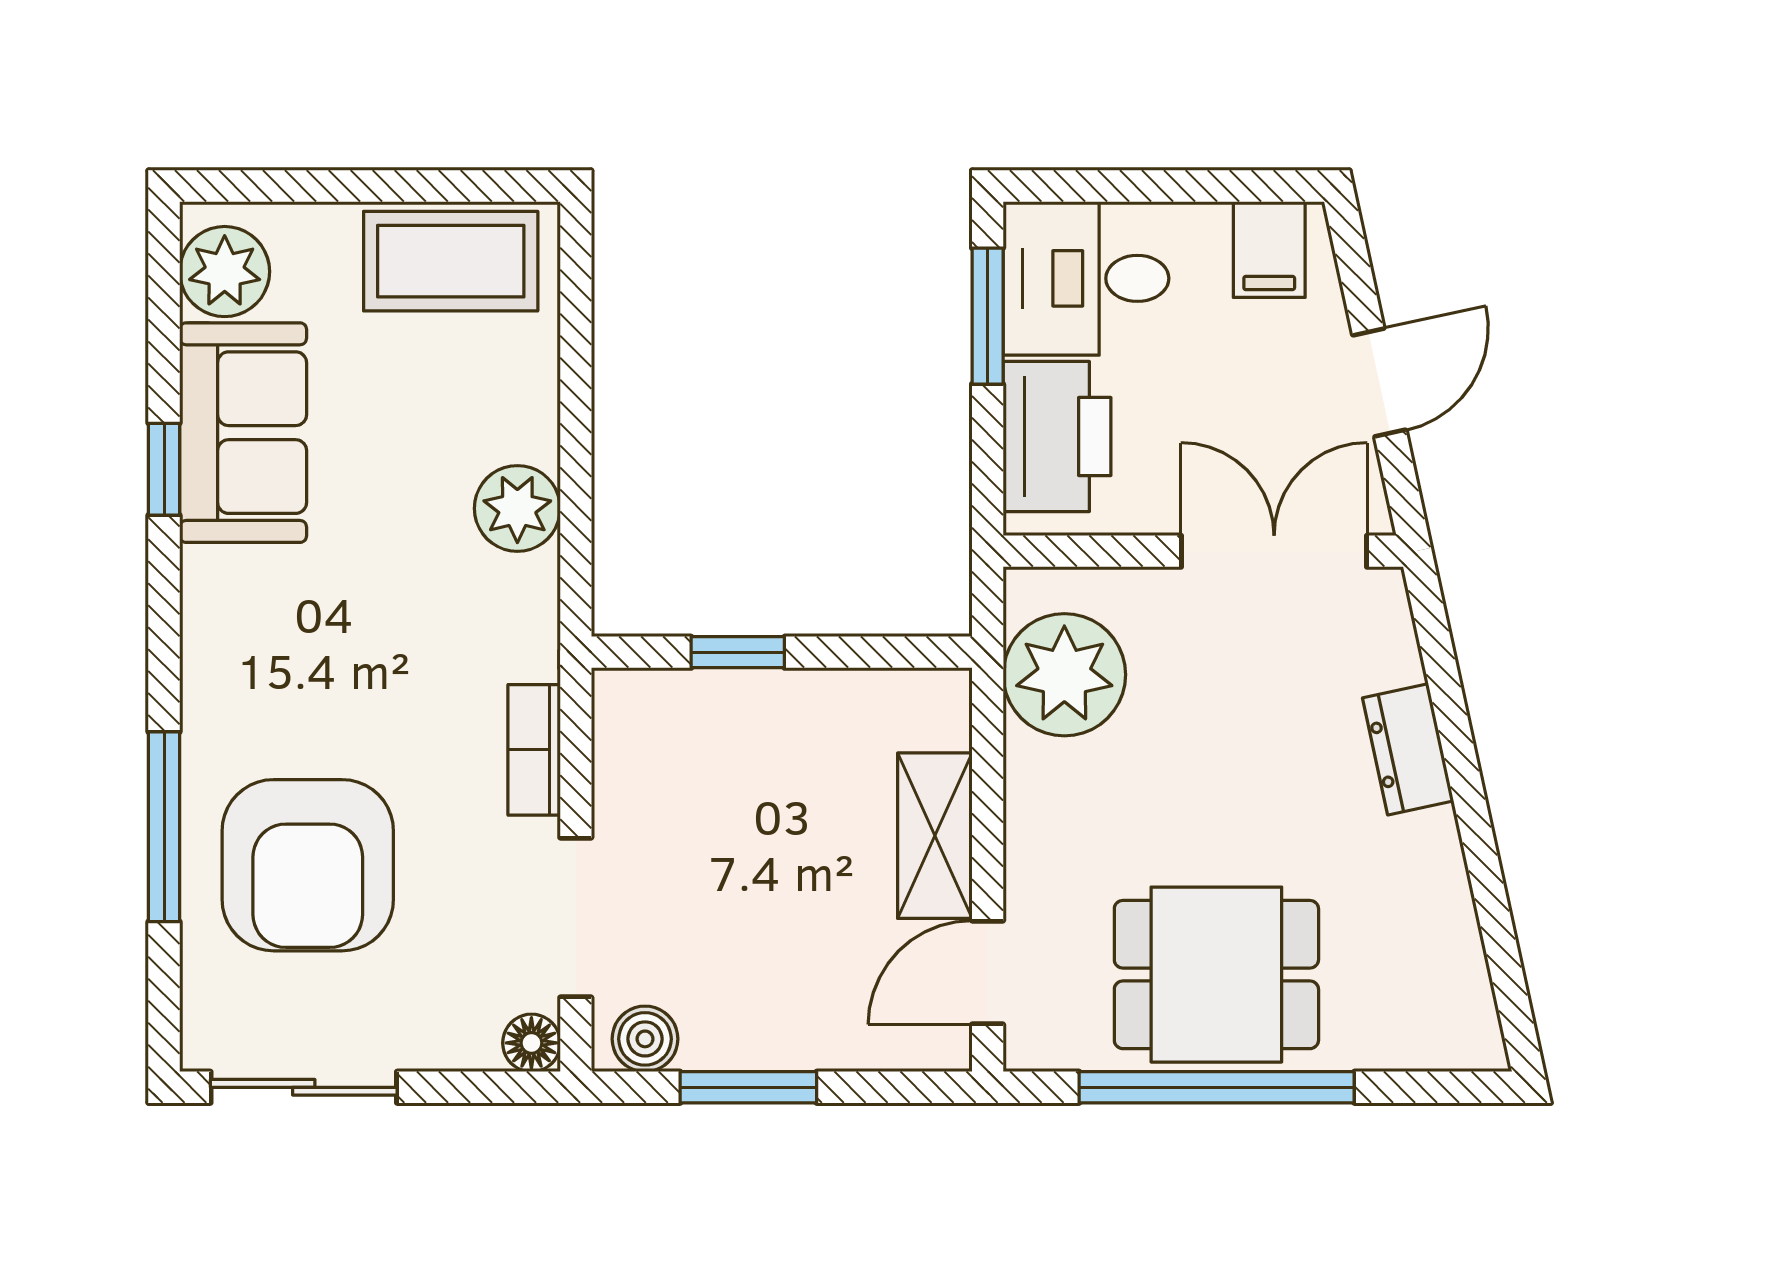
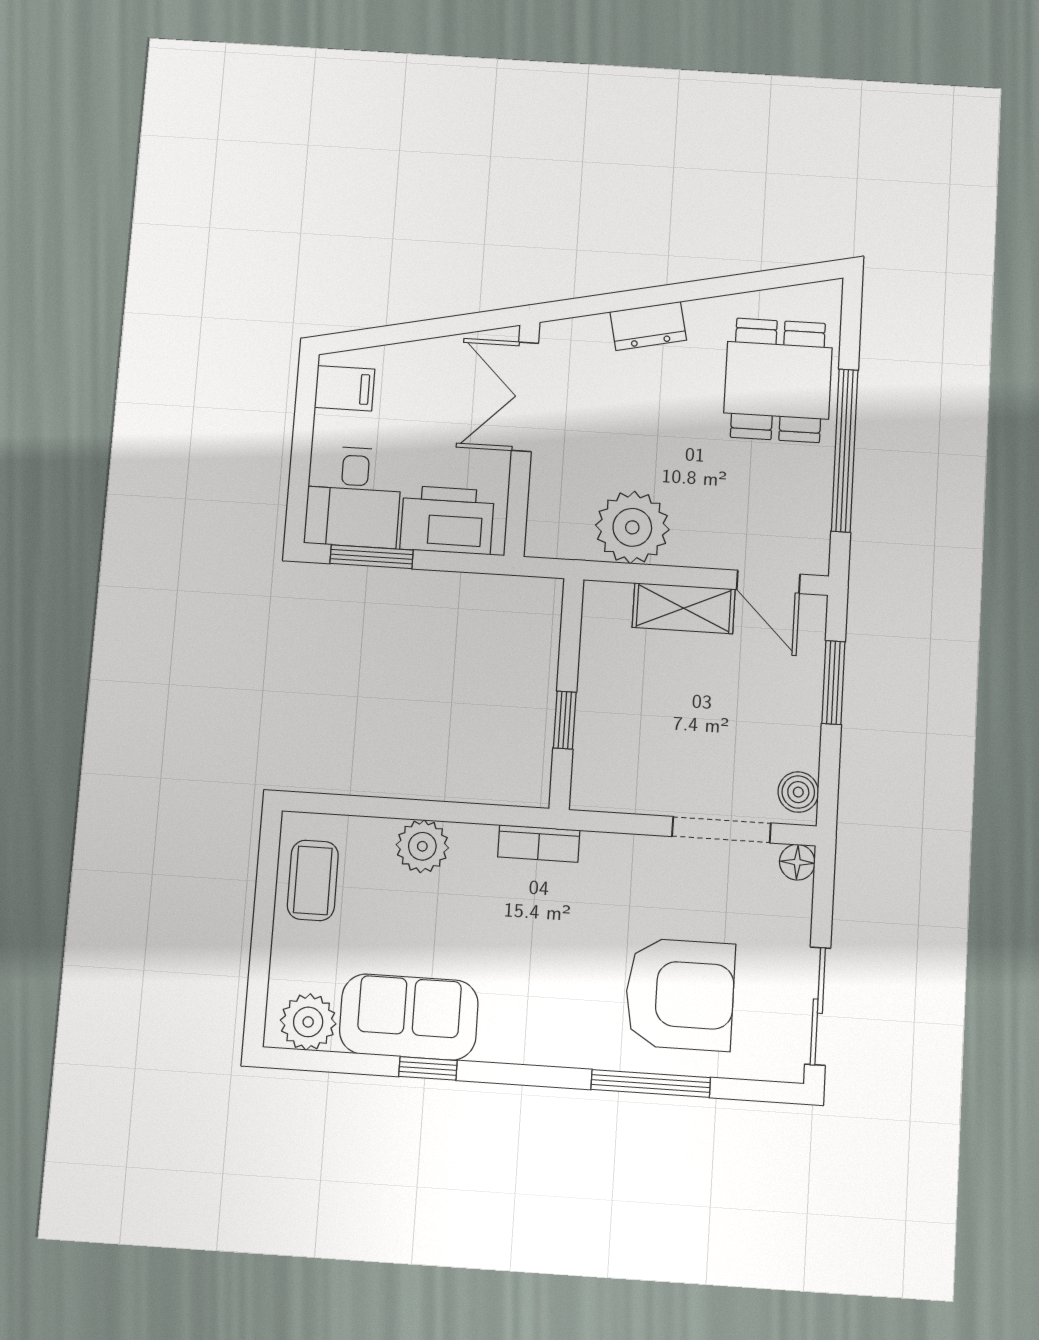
coffee table: (451, 261) -> (313, 880), width x0.73, depth x0.77
door: (1379, 383) -> (429, 329), removed
plant: (517, 508) -> (422, 846), moved
plant: (1064, 675) -> (632, 527), moved
bookcase: (534, 750) -> (539, 844), moved
dining table: (1216, 975) -> (778, 380), moved
window: (748, 1087) -> (833, 683), moved

